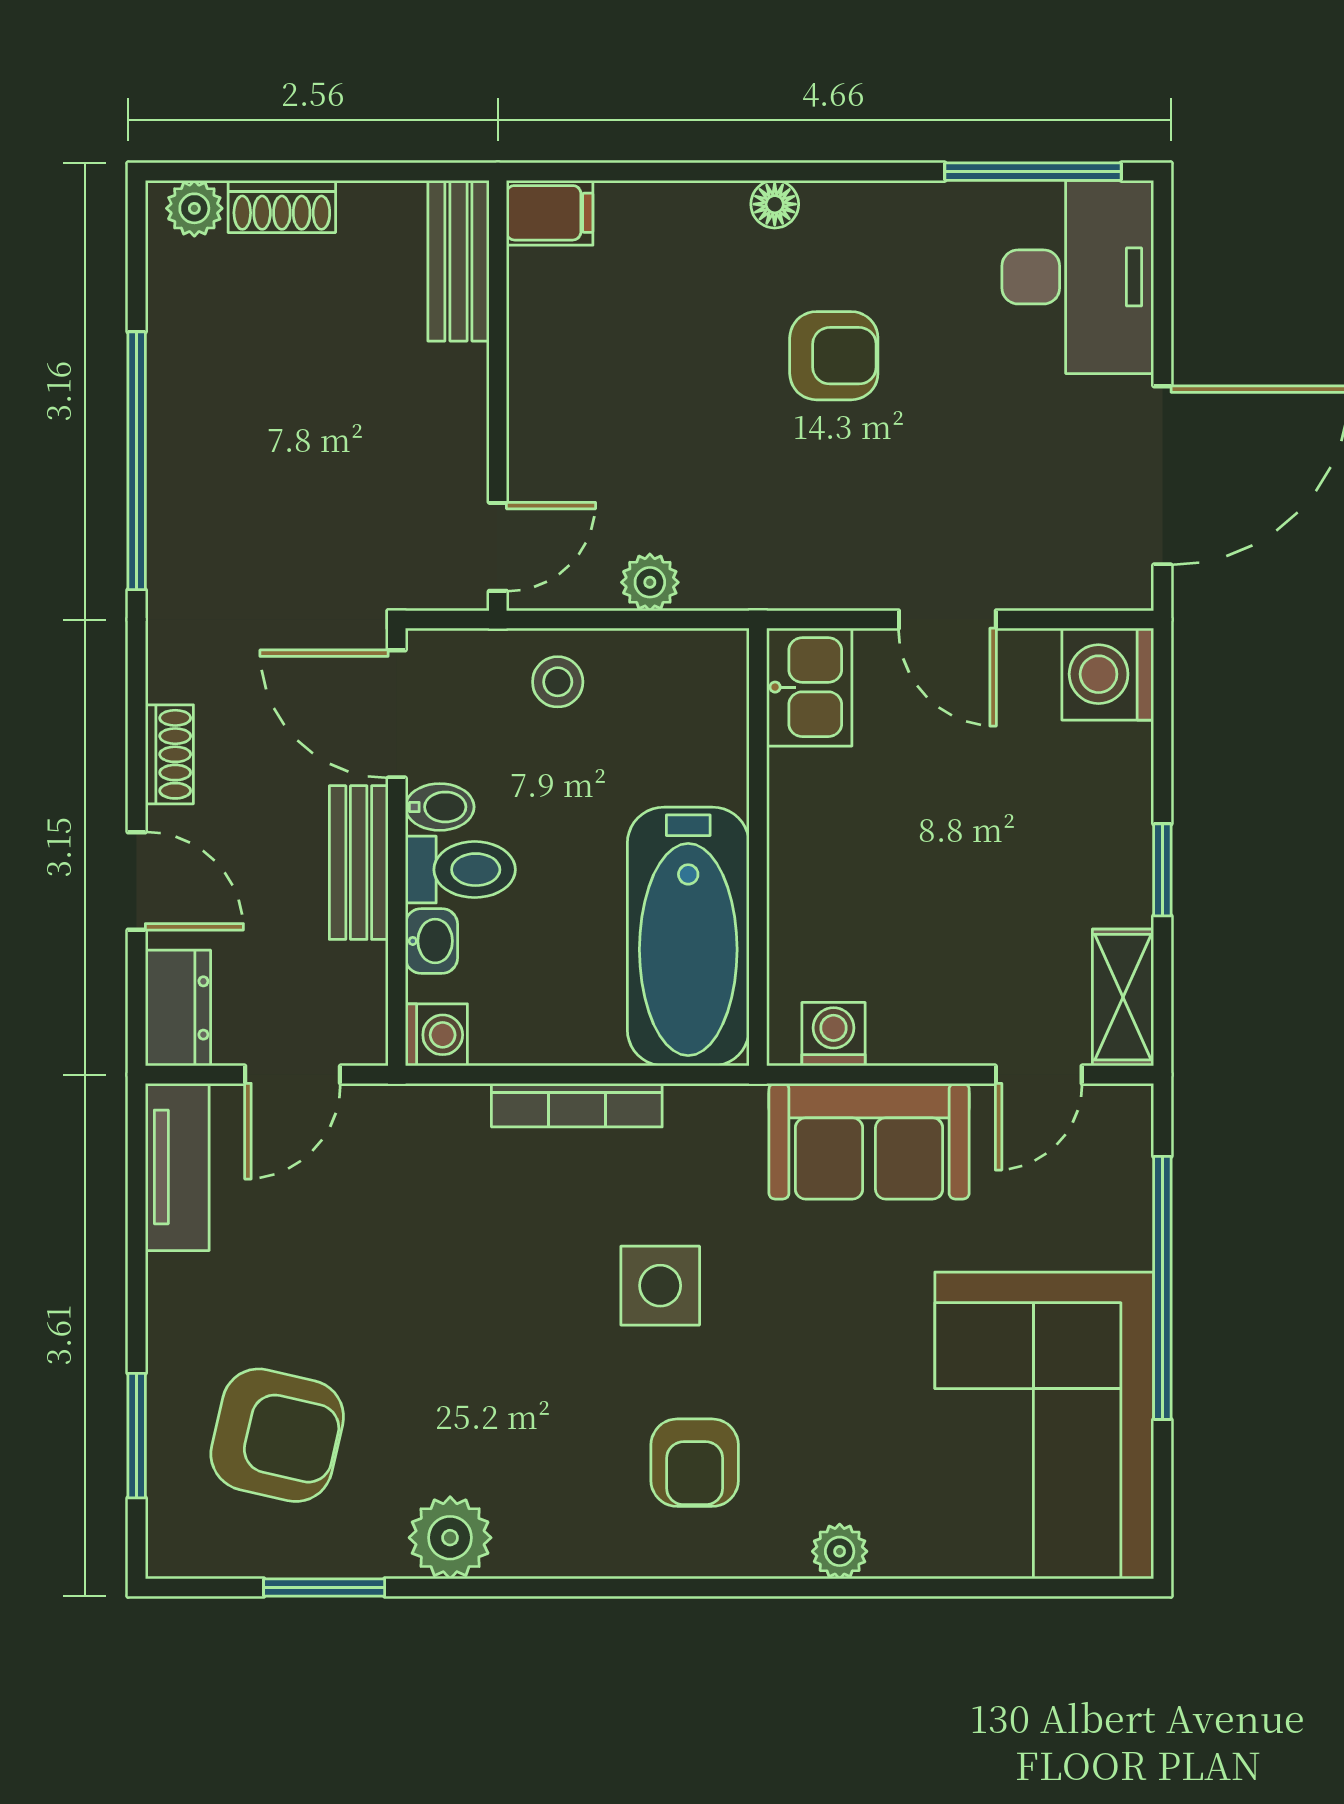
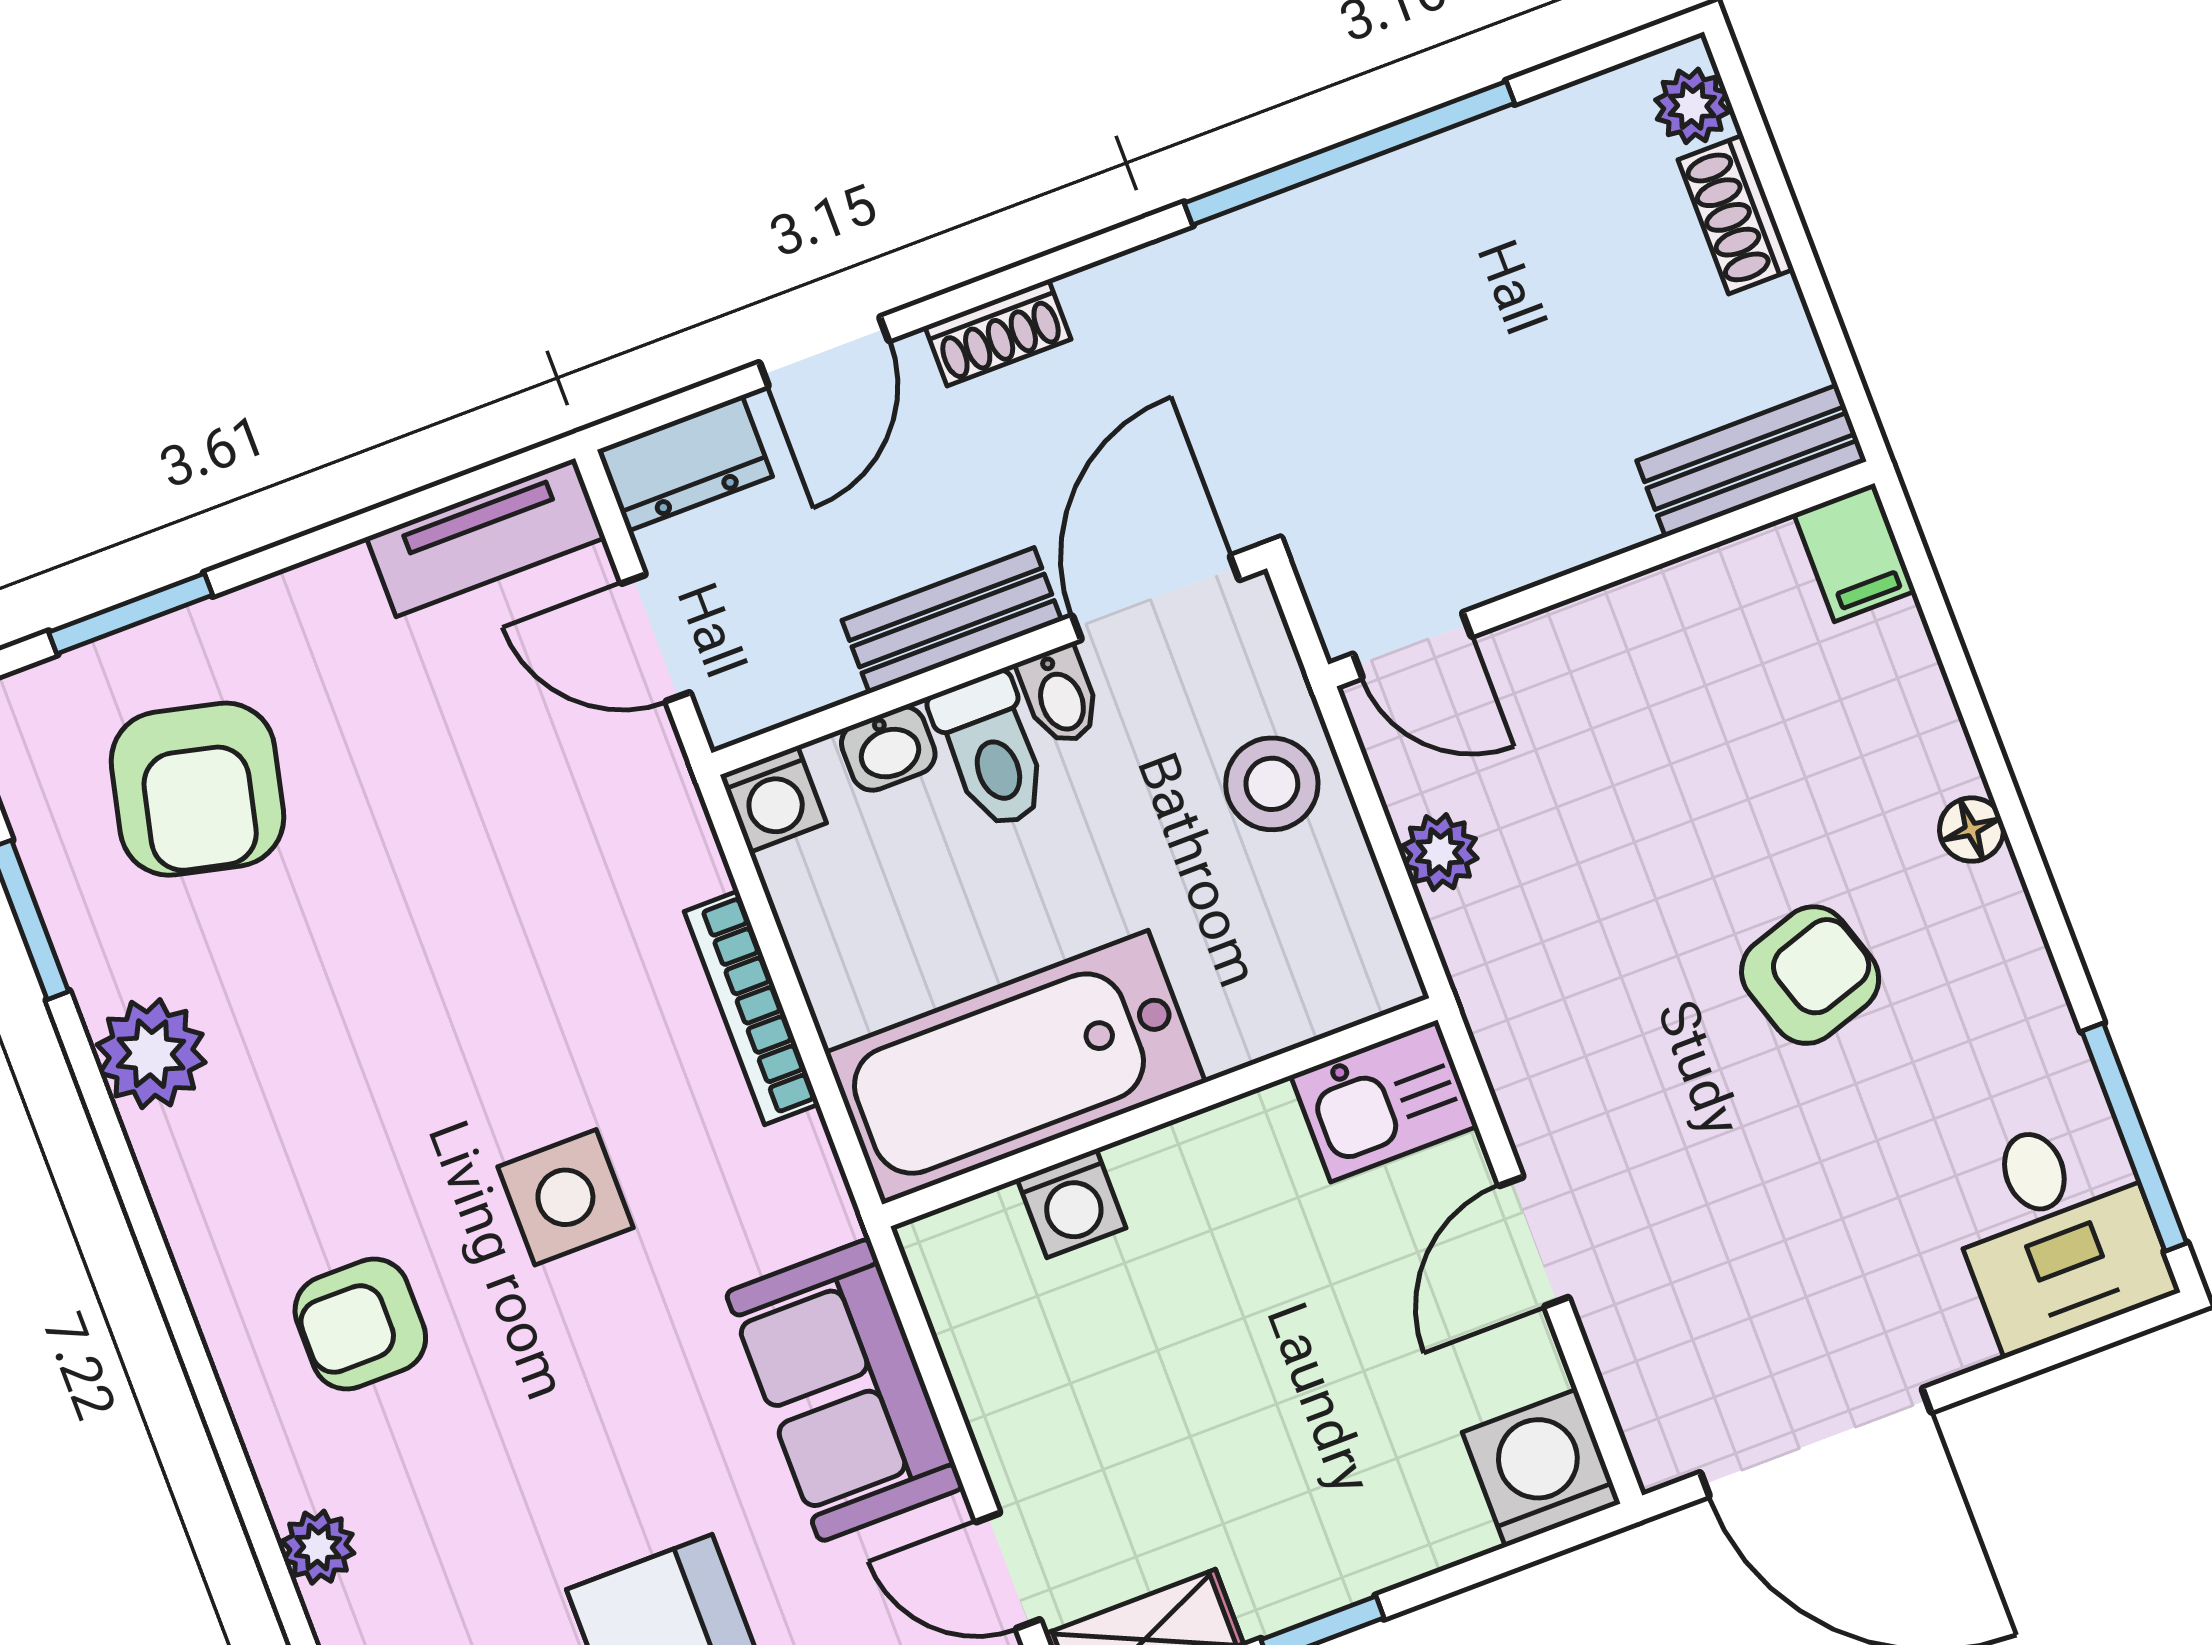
desk: (1078, 277) -> (2057, 1231), width x0.73
armchair: (834, 356) -> (1810, 975), turned -108
stool: (558, 682) -> (1272, 784), width x1.37, depth x1.37
washing machine: (834, 1034) -> (1071, 1203), moved, turned 90

